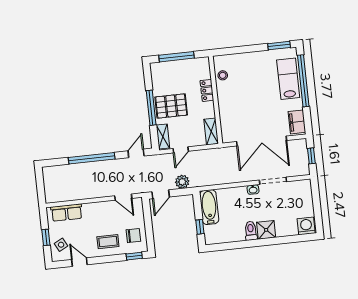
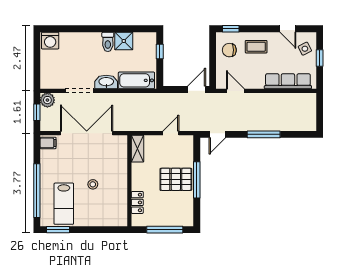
stool: (223, 75) -> (93, 184), moved
lab bench: (288, 79) -> (64, 204), moved
locker: (207, 90) -> (137, 202), moved
filing cabinet: (297, 122) -> (48, 143), width x0.50
shelving: (163, 136) -> (188, 149), removed
window: (92, 158) -> (264, 134), width x0.68
plant: (182, 182) -> (47, 100), moved
washbasin: (253, 190) -> (106, 82), width x1.91, depth x1.45
bathtub: (209, 207) -> (136, 80), moved, turned 90
row of seats: (67, 213) -> (288, 81), width x1.48
shower: (266, 230) -> (124, 41), moved

